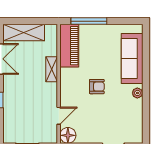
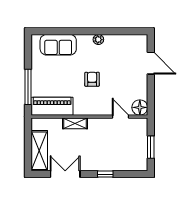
sofa: (132, 59) -> (58, 45), width x0.73

